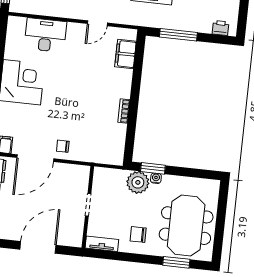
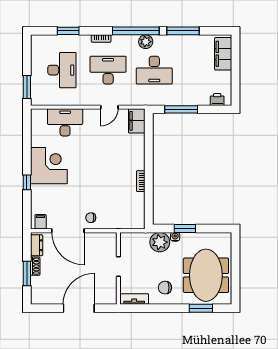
filing cabinet: (125, 54) -> (137, 121), moved
door: (35, 158) -> (68, 231), hinge flipped
window: (153, 168) -> (185, 228), moved

